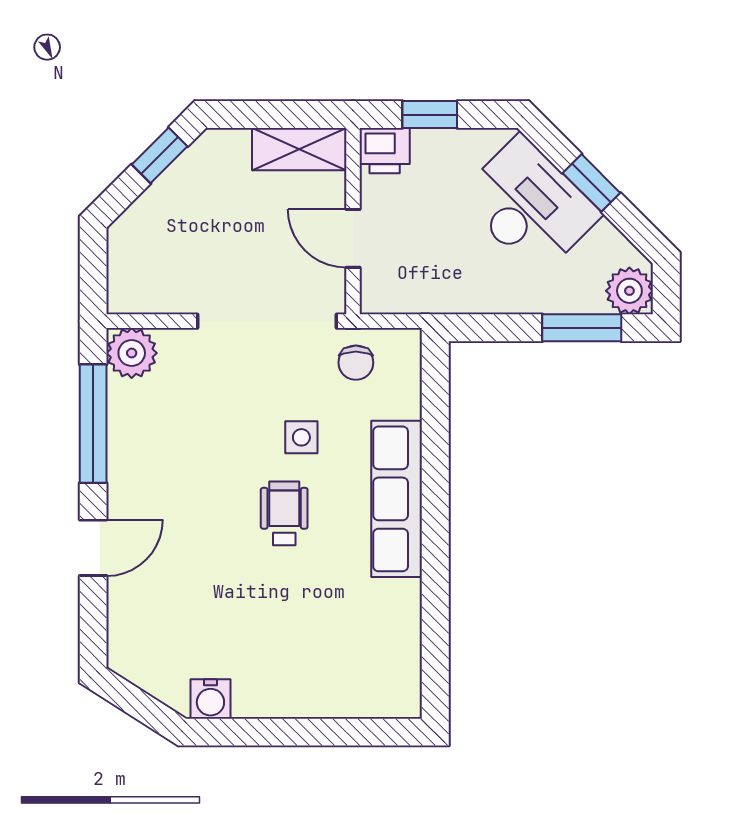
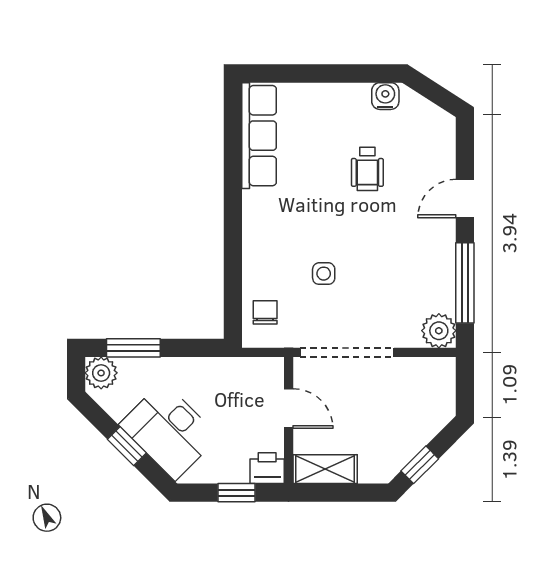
chair: (356, 363) -> (265, 312), moved
row of seats: (397, 499) -> (259, 136), moved
wheelchair: (284, 513) -> (367, 169), moved

